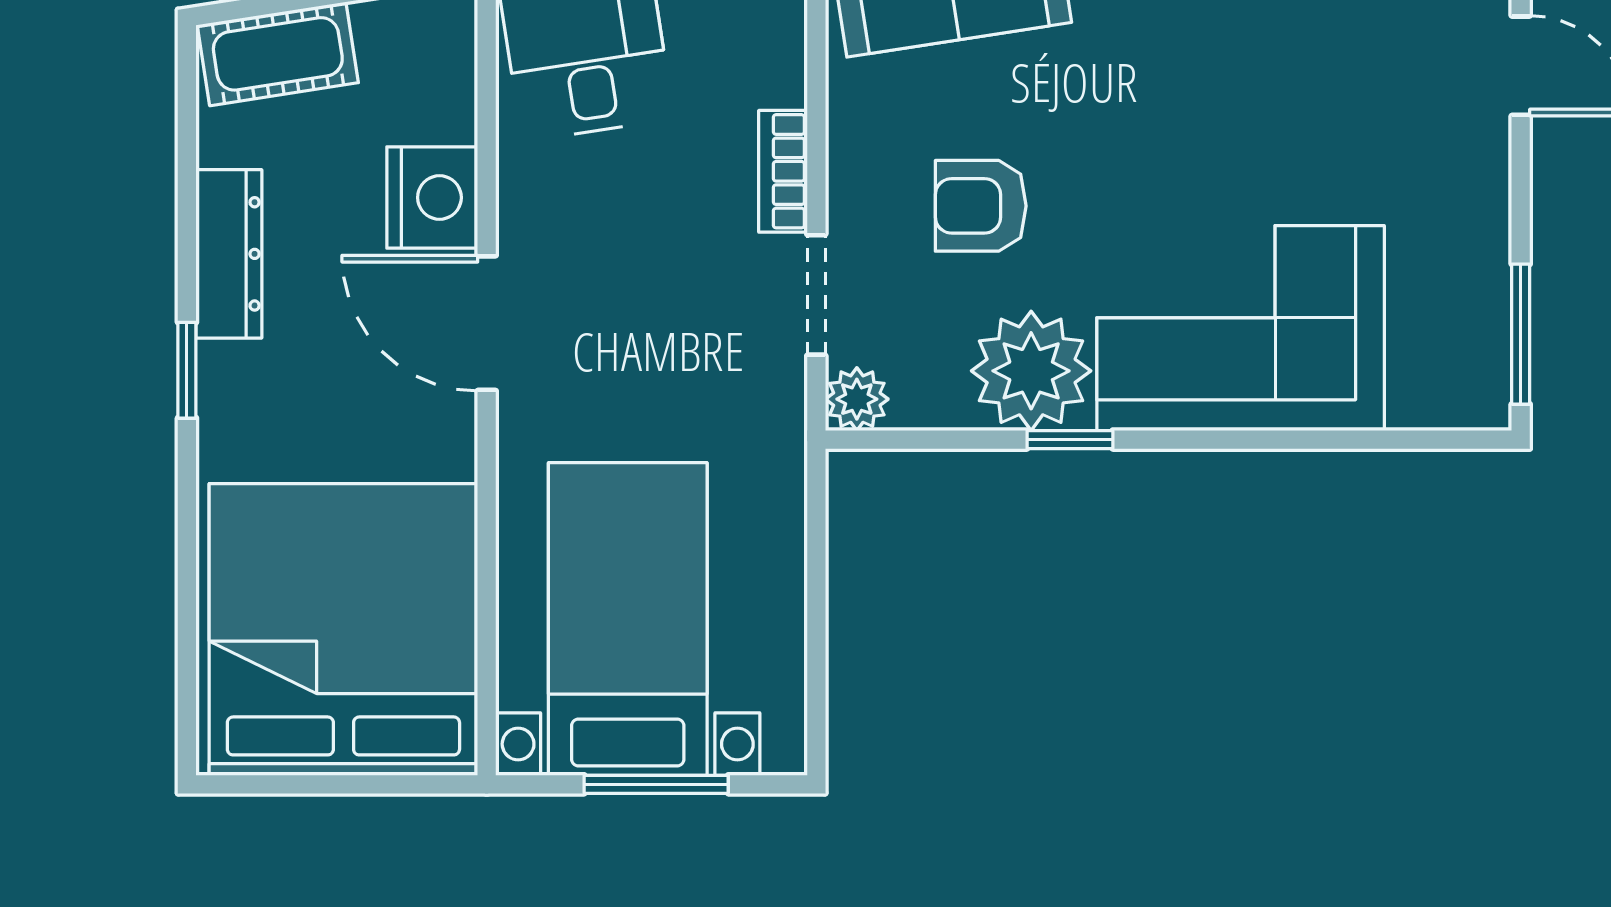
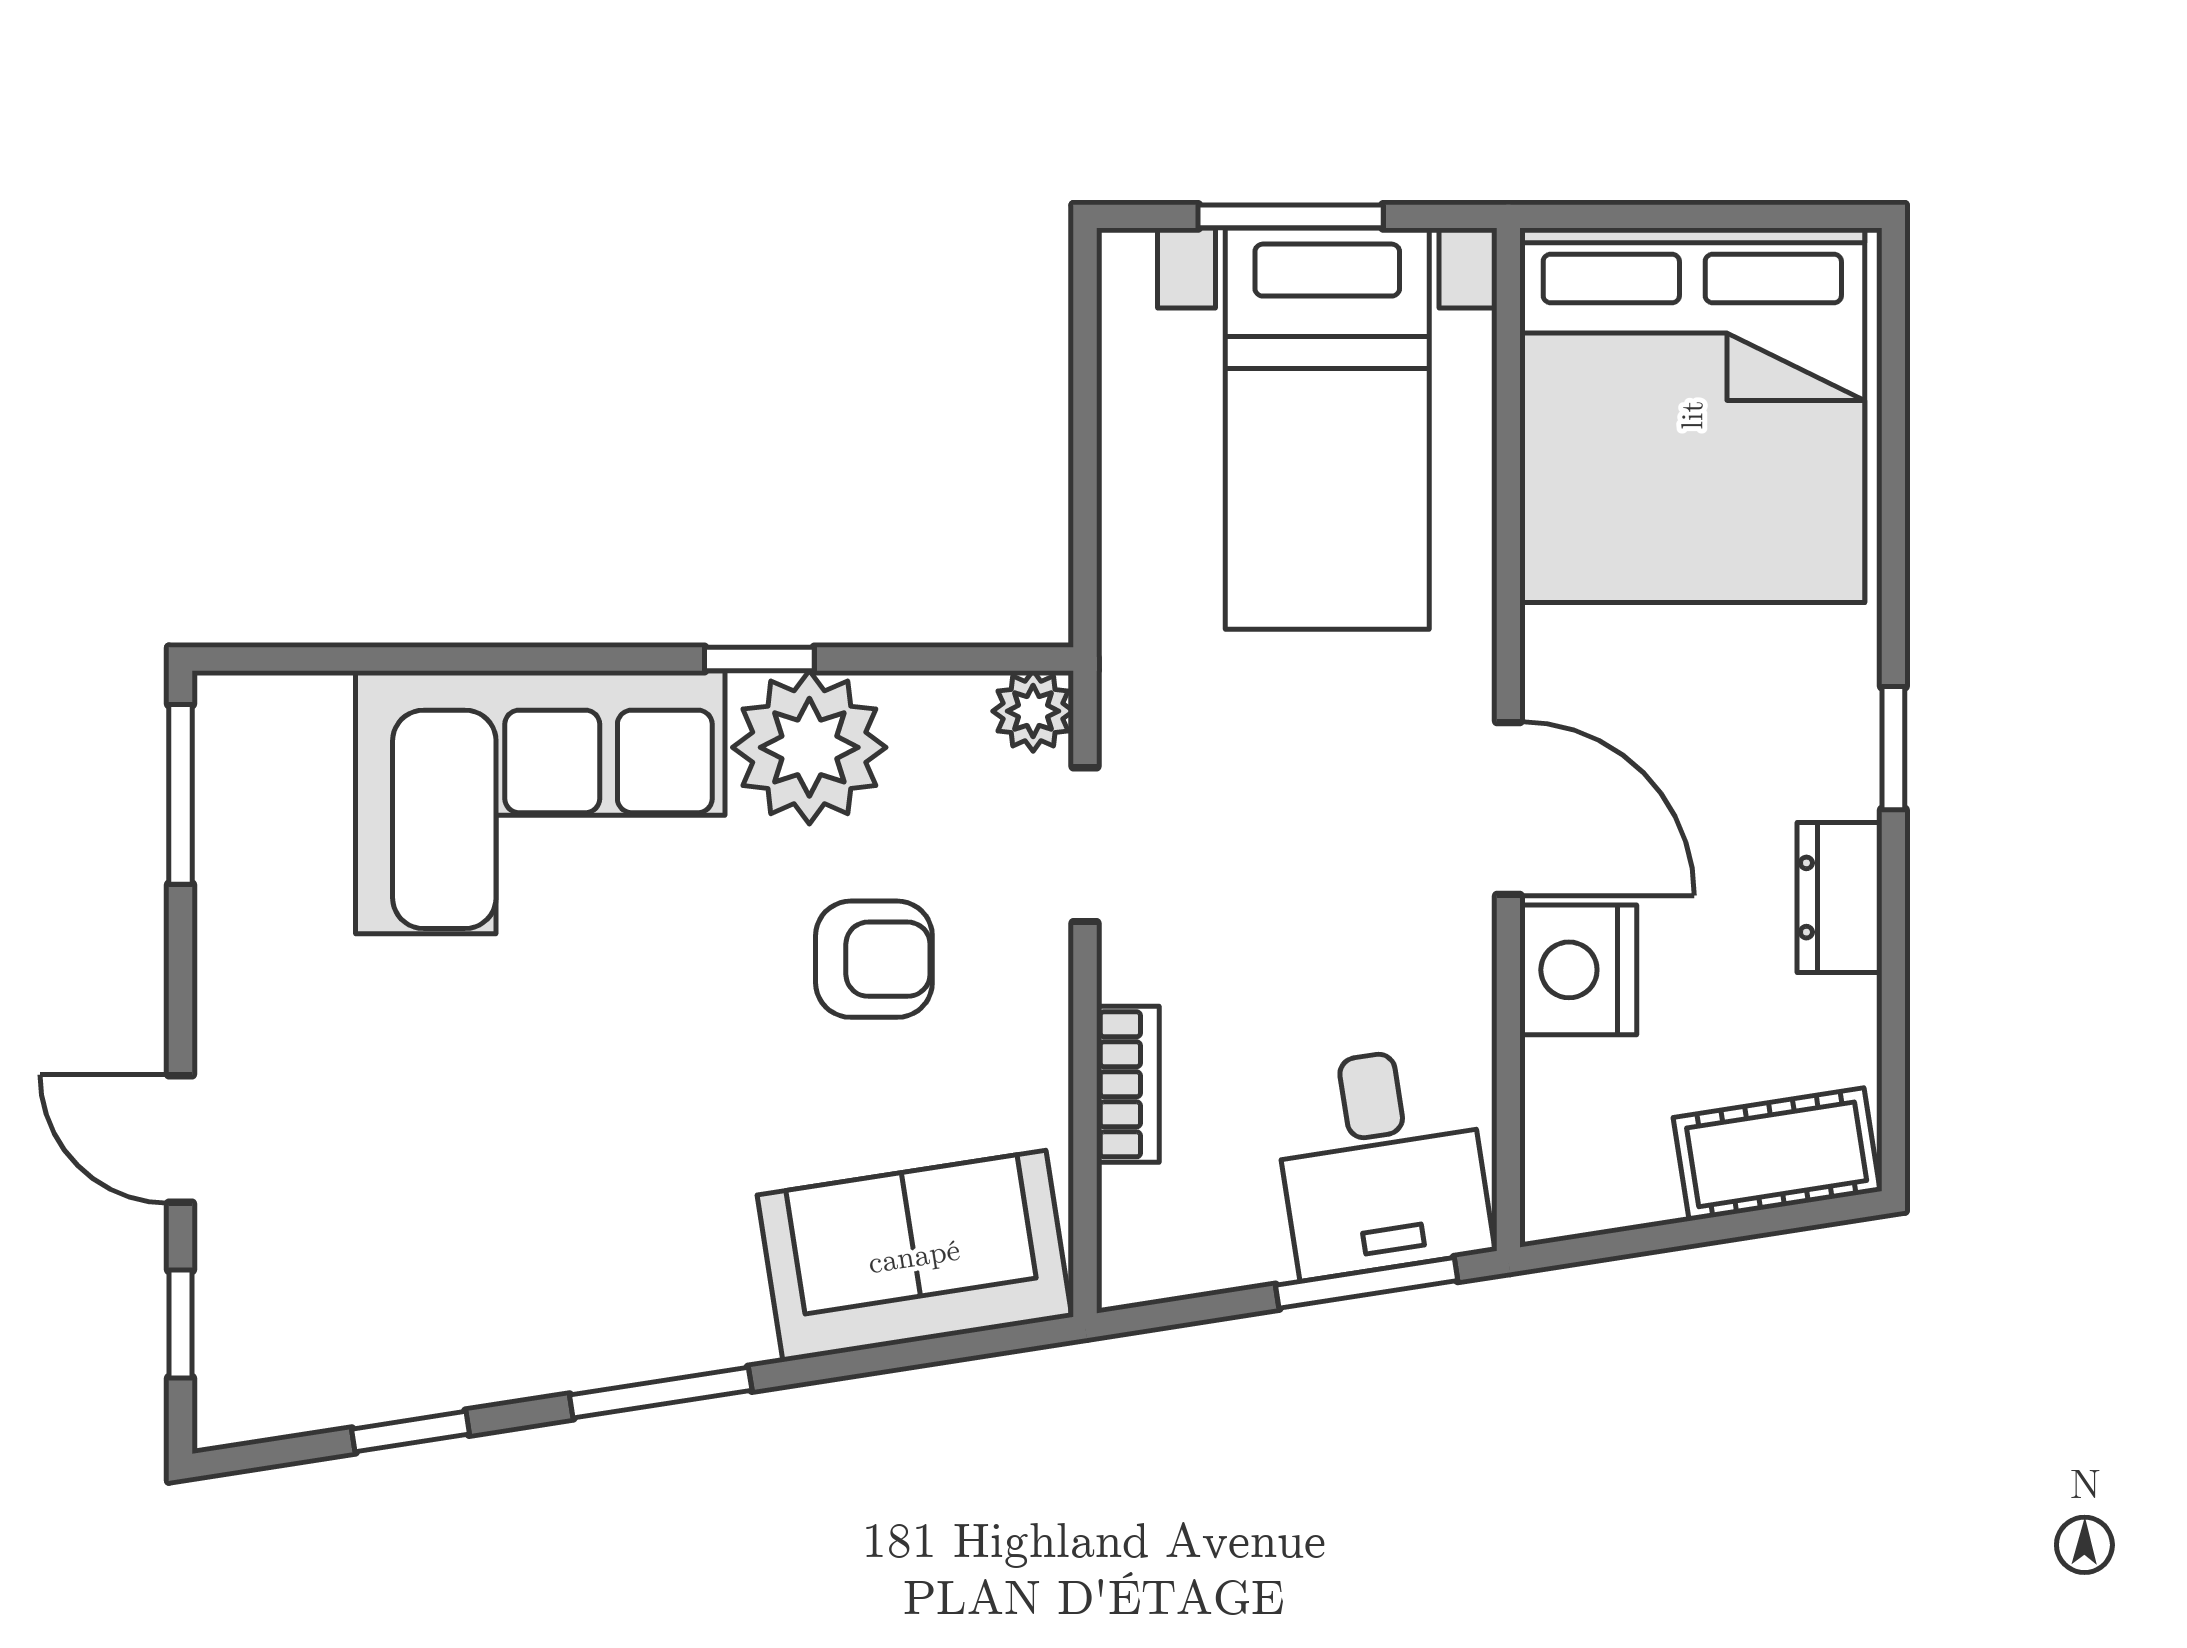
bookcase: (783, 171) -> (1128, 1084), moved
dresser: (229, 254) -> (1839, 898), width x0.70

